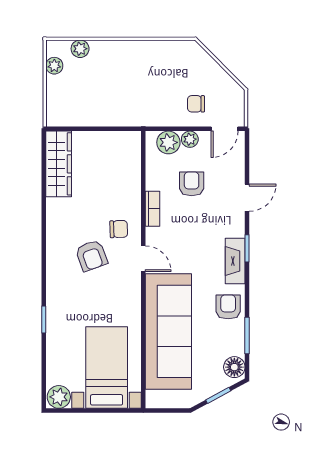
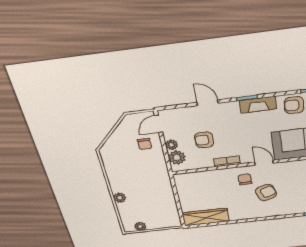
plant: (80, 49) -> (120, 198), moved
door: (225, 129) -> (159, 124), swing flipped
door: (143, 259) -> (264, 163), hinge flipped

